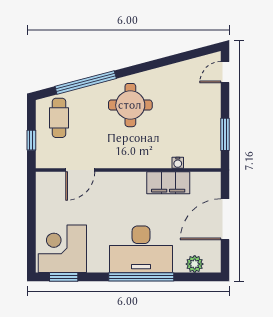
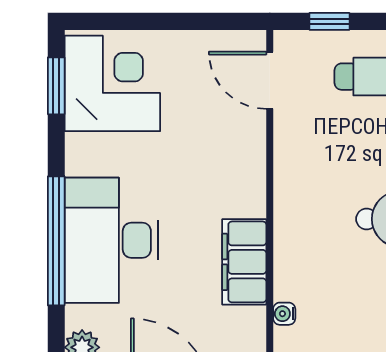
door: (80, 170) -> (270, 80), moved
filing cabinet: (168, 183) -> (244, 262), moved

